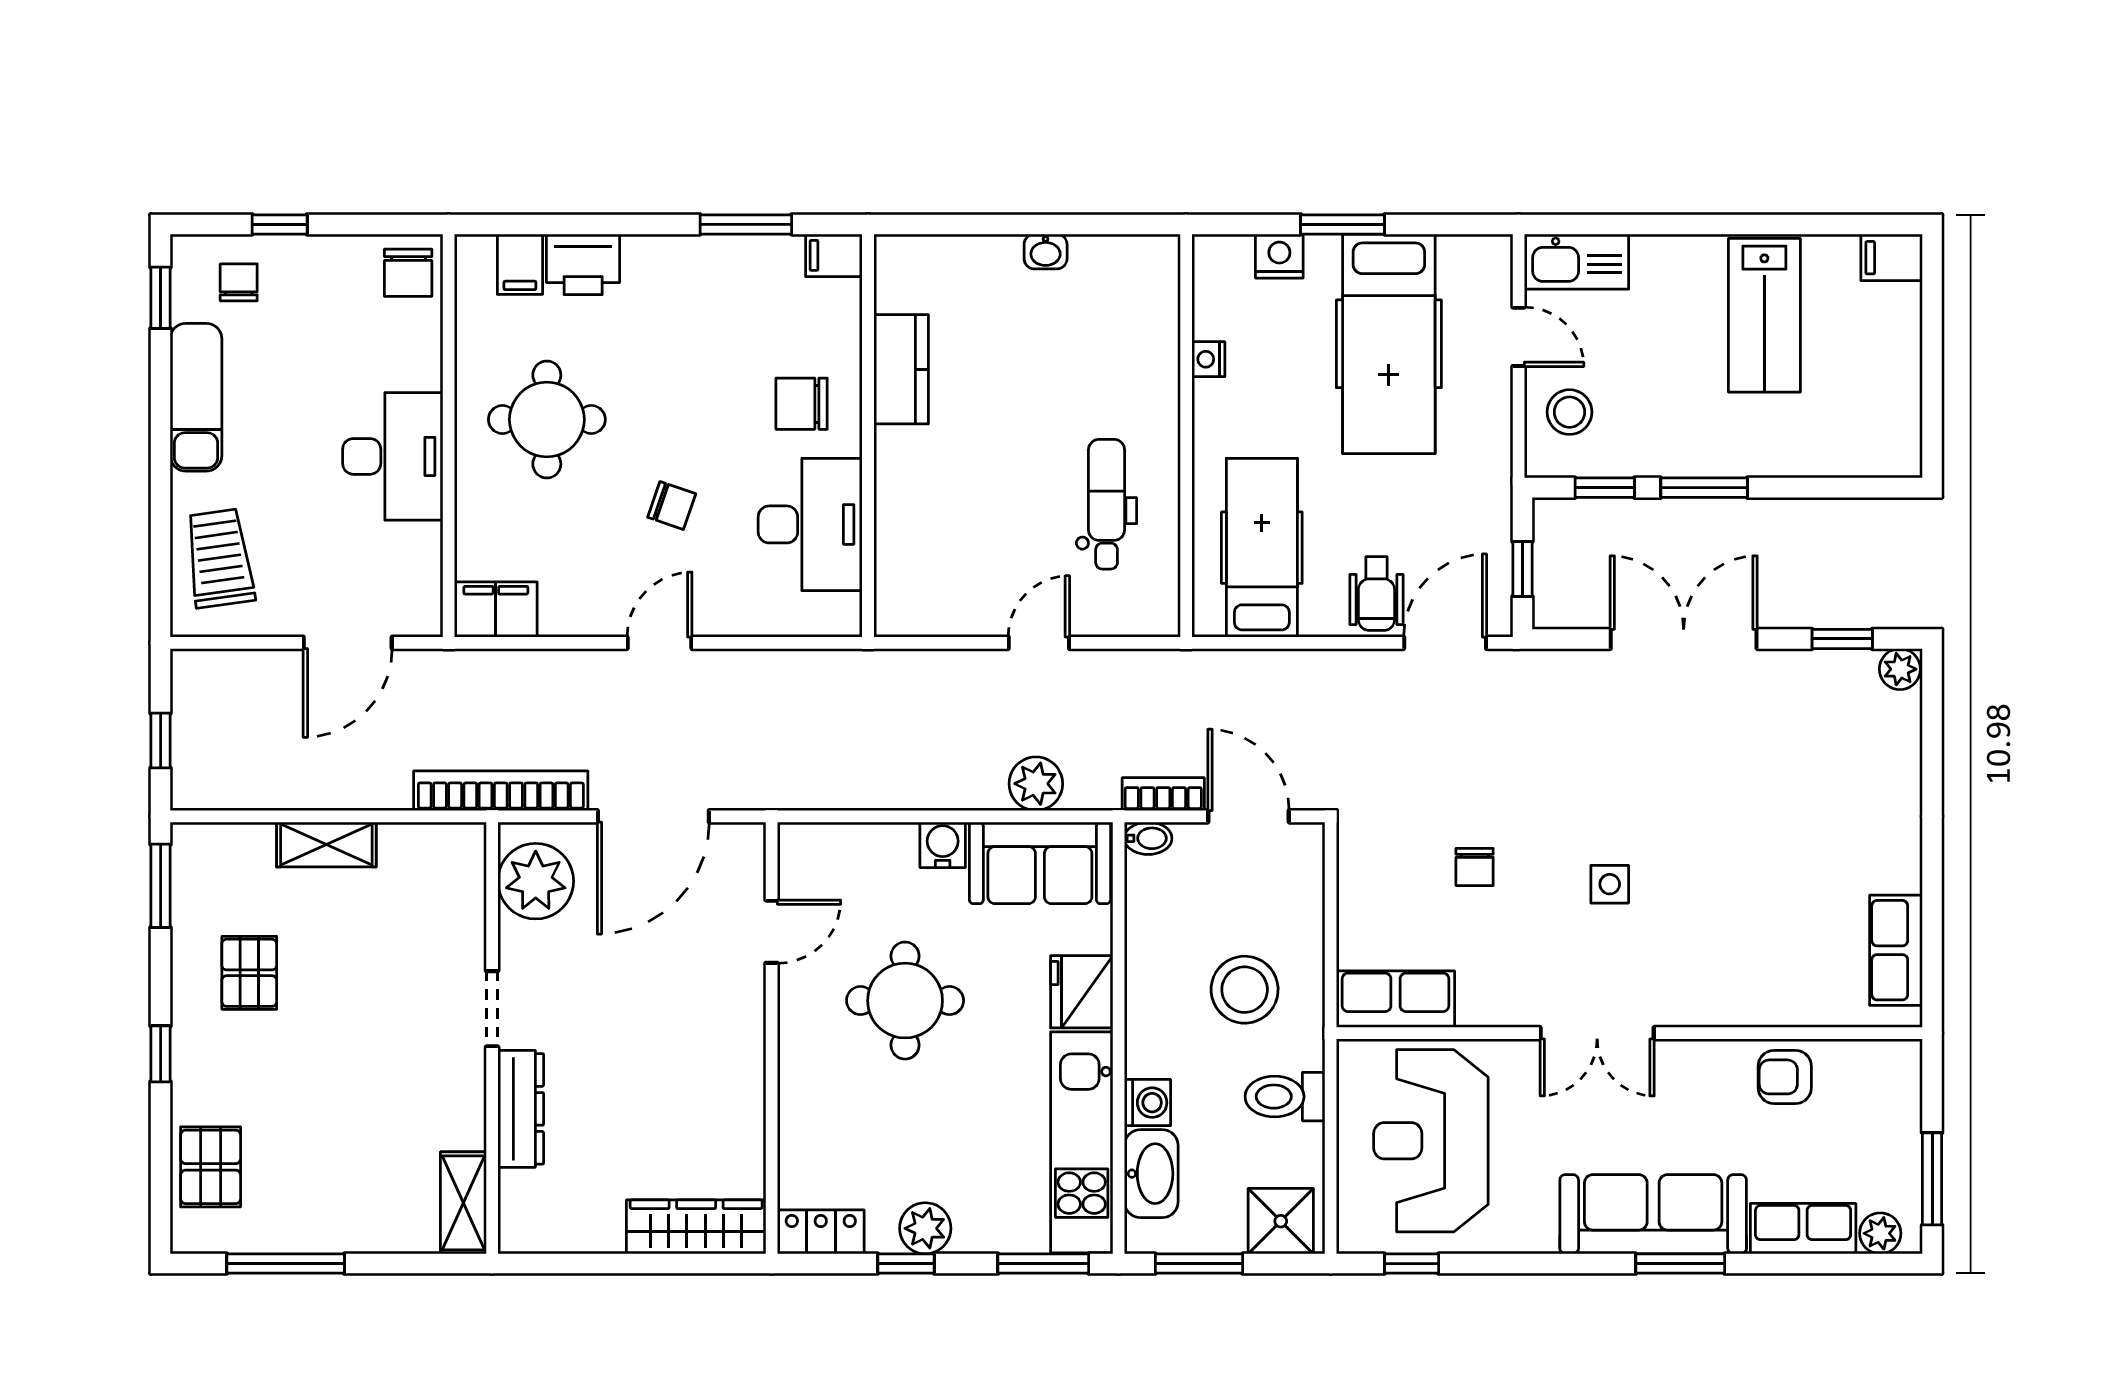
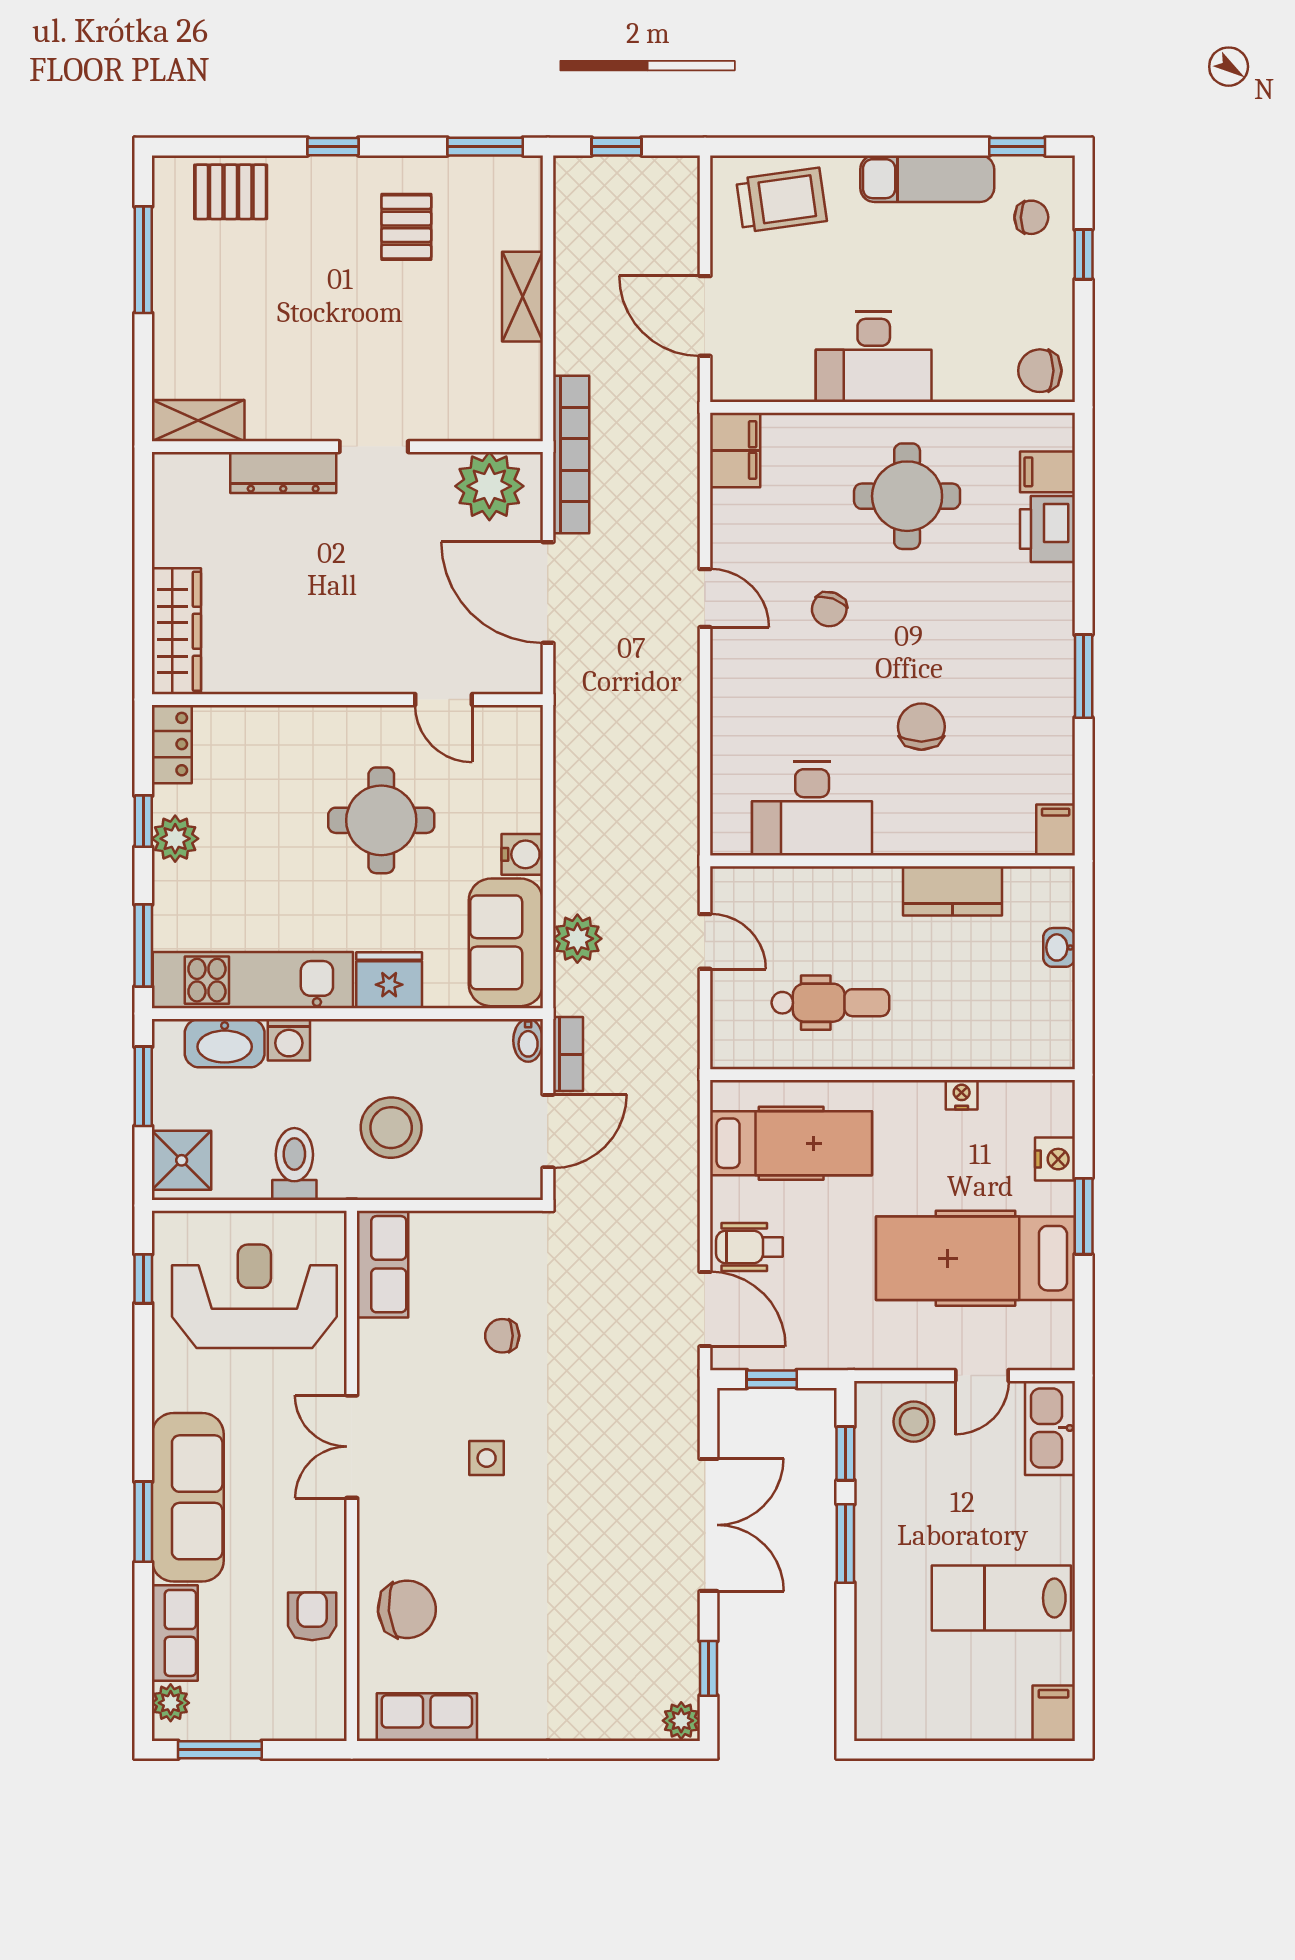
filing cabinet: (834, 255) -> (1056, 830), moved
kitchen counter: (901, 369) -> (953, 891), moved
wall: (868, 436) -> (893, 861), moved
desk: (810, 524) -> (812, 809), moved
chair: (1777, 972) -> (407, 1609), added
pallet: (249, 973) -> (406, 227), turned 90

